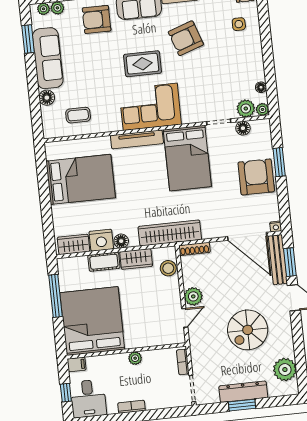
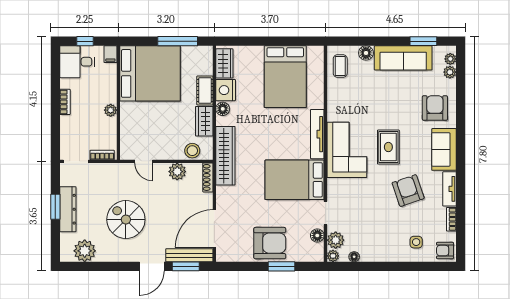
coffee table: (78, 115) -> (340, 66), moved
nightstand: (276, 227) -> (221, 257), removed
plant: (193, 296) -> (177, 172), moved

